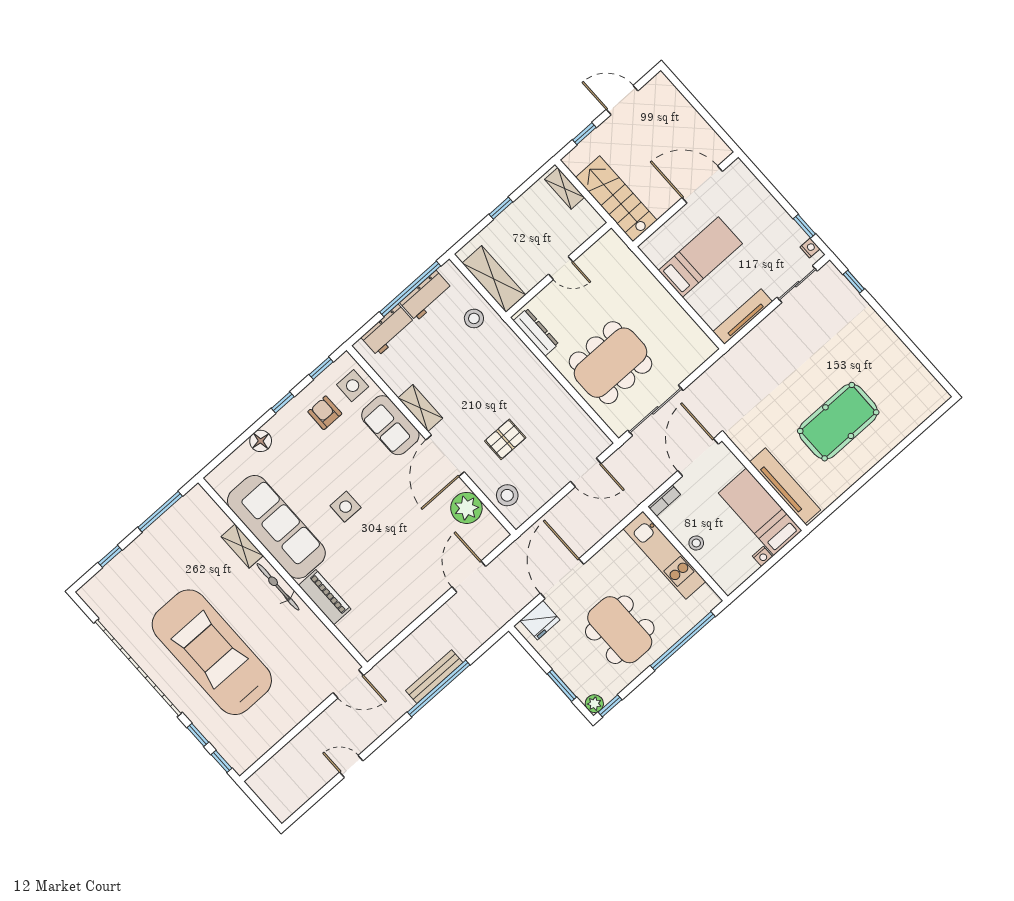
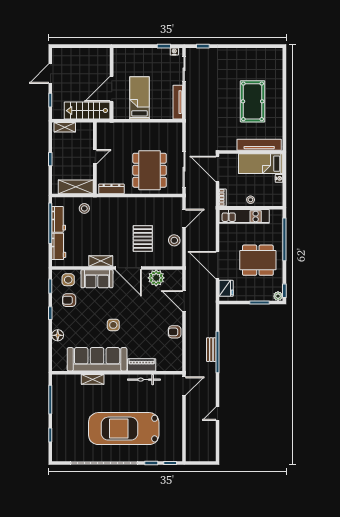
door: (702, 184) -> (112, 89), moved
pallet: (505, 439) -> (143, 238), width x1.50, depth x1.42
stool: (507, 495) -> (174, 240), moved
bicycle: (278, 587) -> (144, 380), moved
armchair: (413, 602) -> (175, 332), added
bench: (434, 677) -> (211, 350), width x0.73

